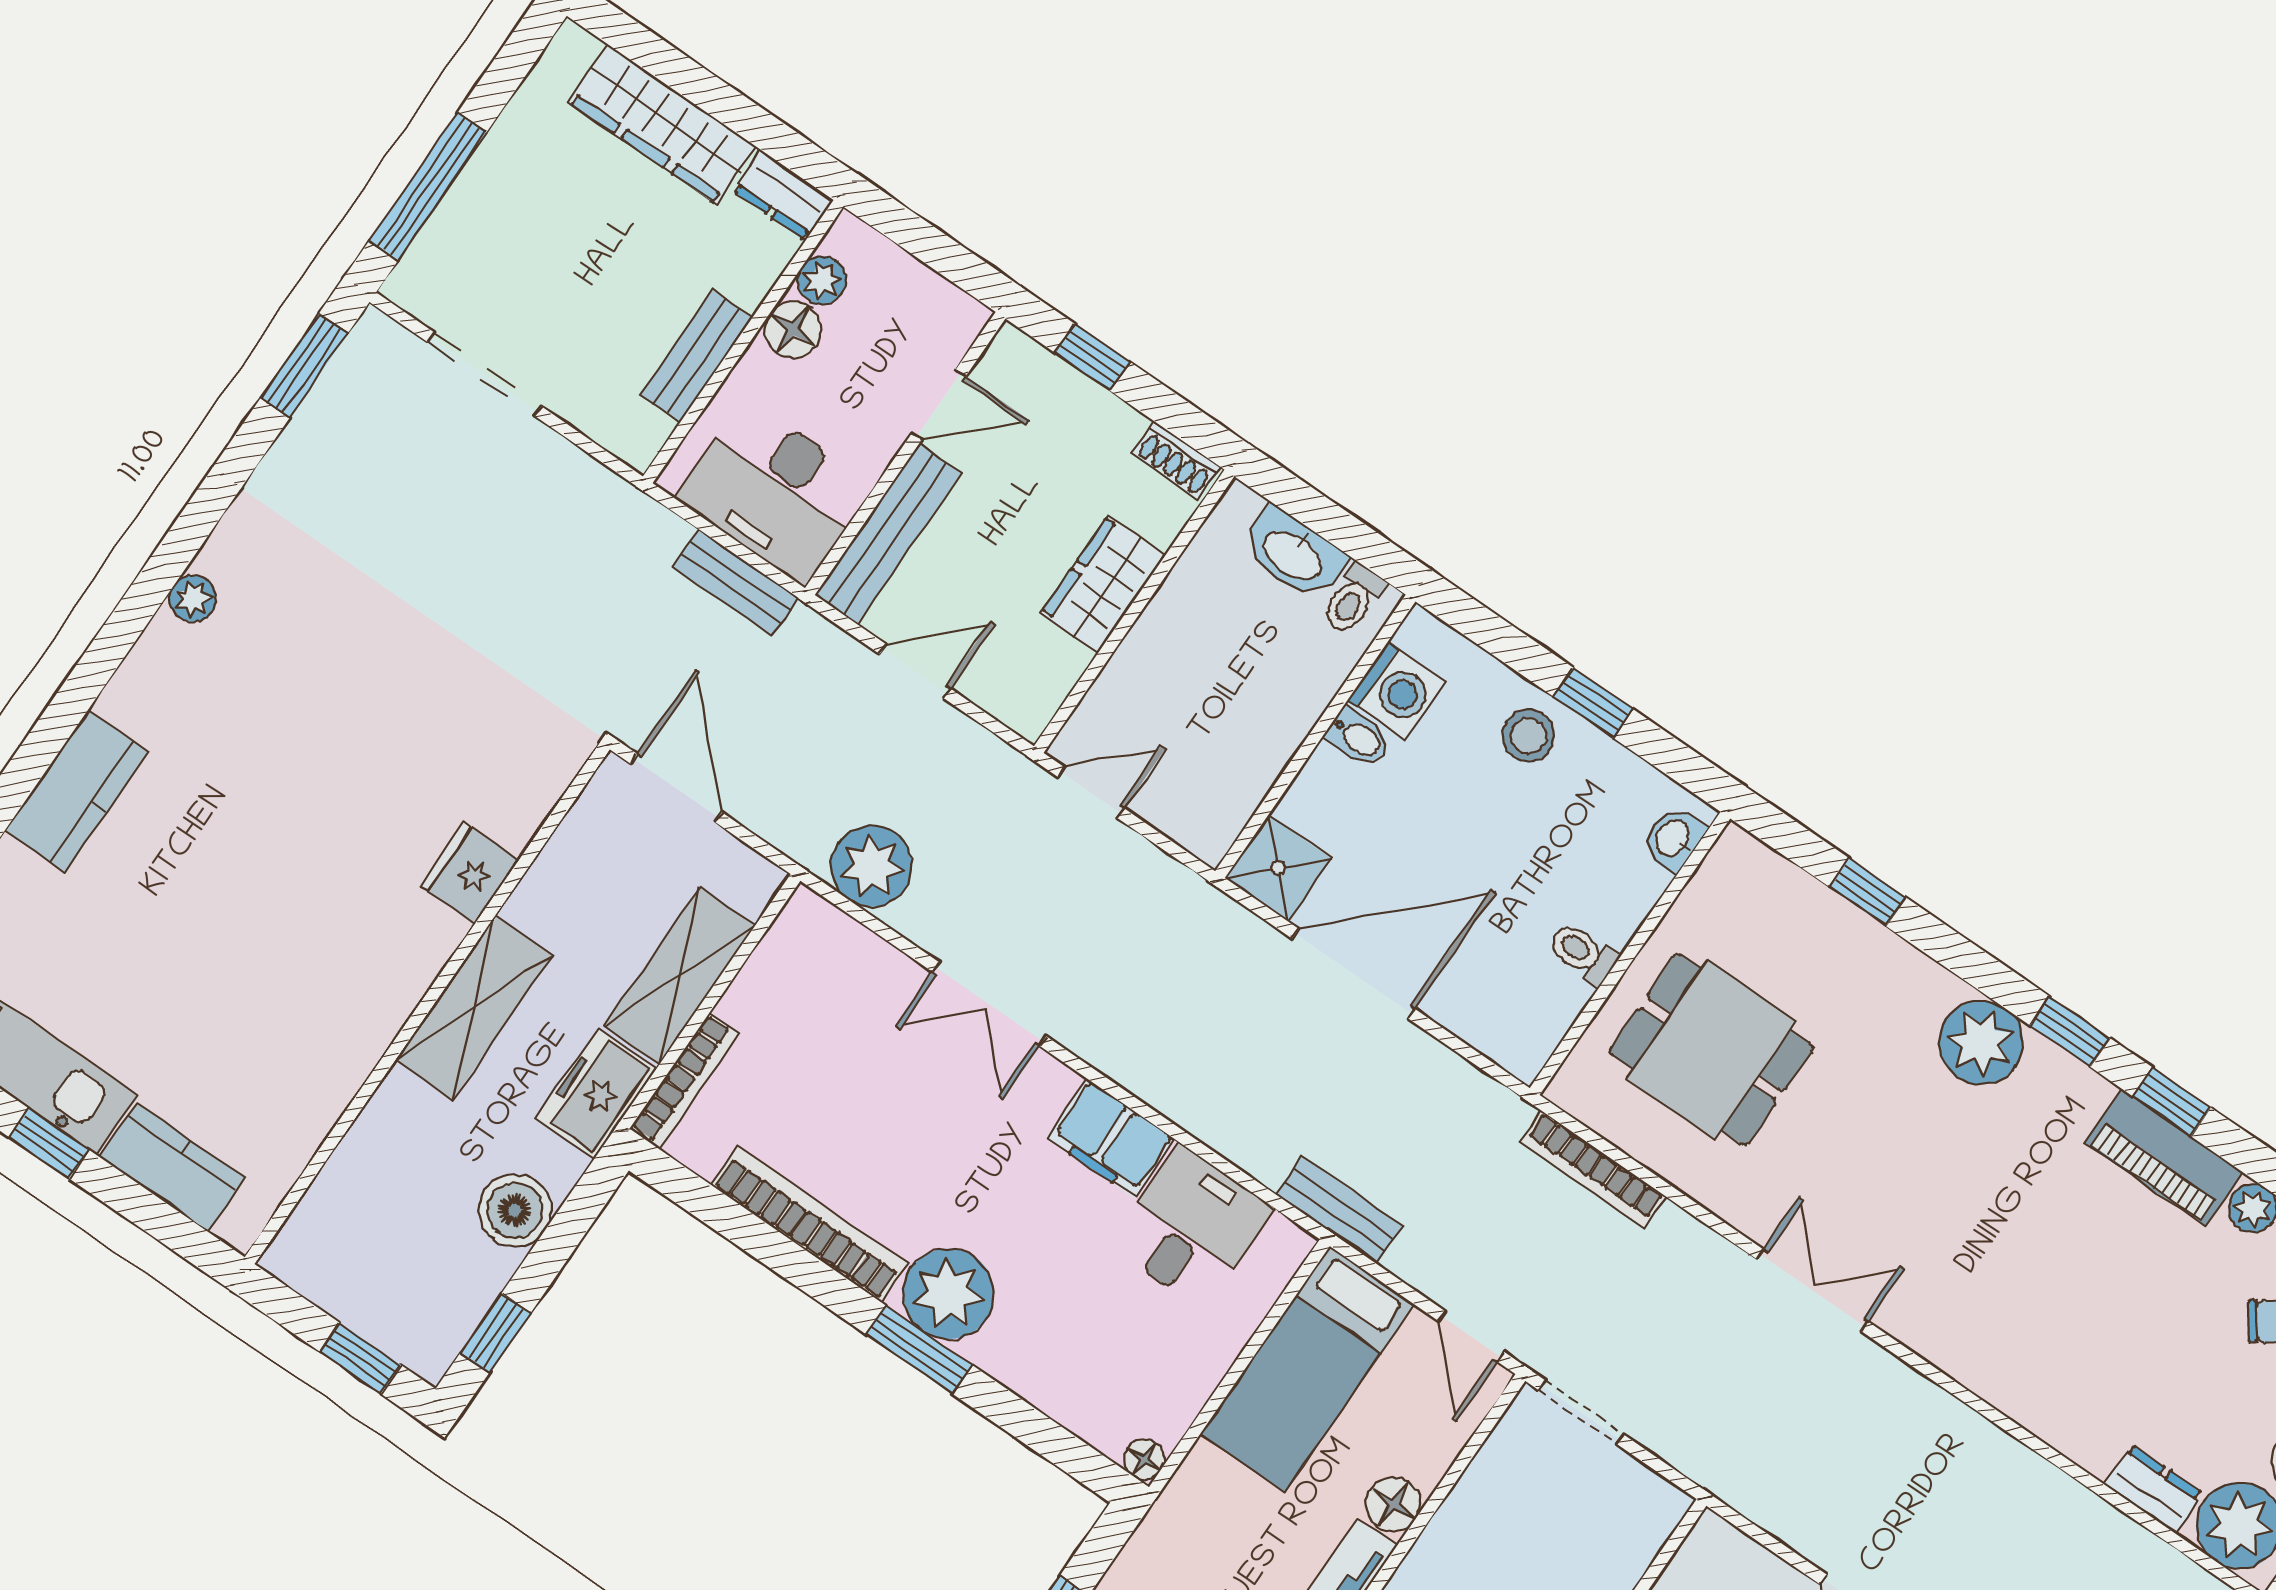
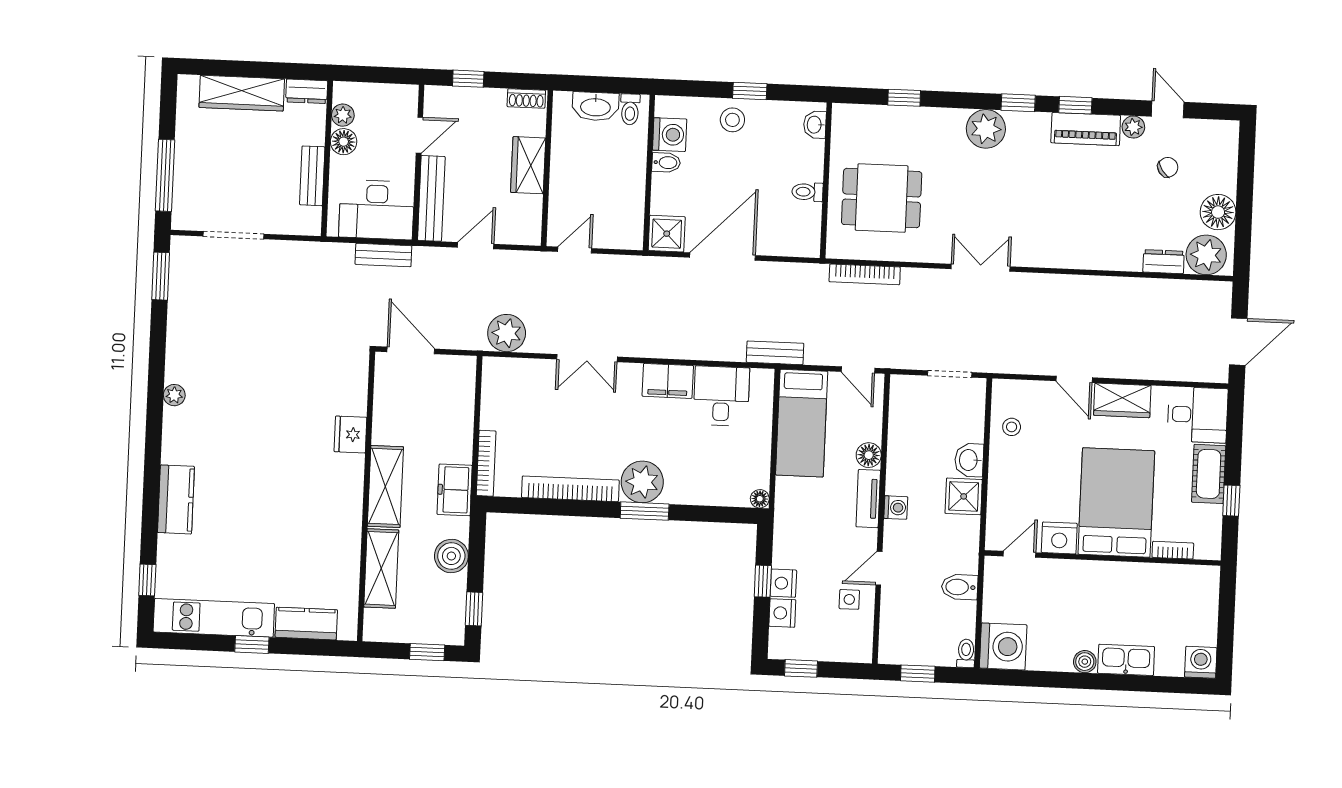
shelving: (680, 975) -> (381, 568), moved
doorway: (1581, 1412) -> (950, 374), moved

